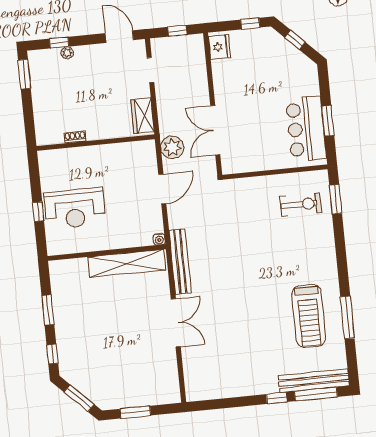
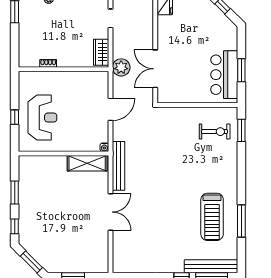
plant: (172, 147) -> (121, 67), moved
reception desk: (75, 208) -> (42, 118), turned -90
shelving: (127, 263) -> (87, 163), width x0.68

